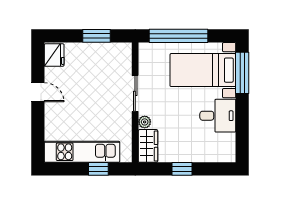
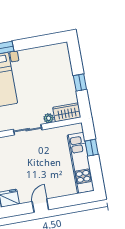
desk: (218, 116) -> (33, 62), removed

